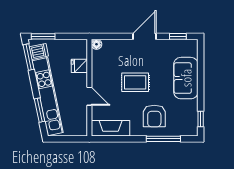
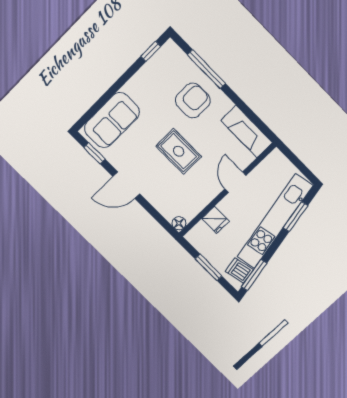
window: (43, 36) -> (208, 267), moved
sofa: (186, 78) -> (112, 120), moved

